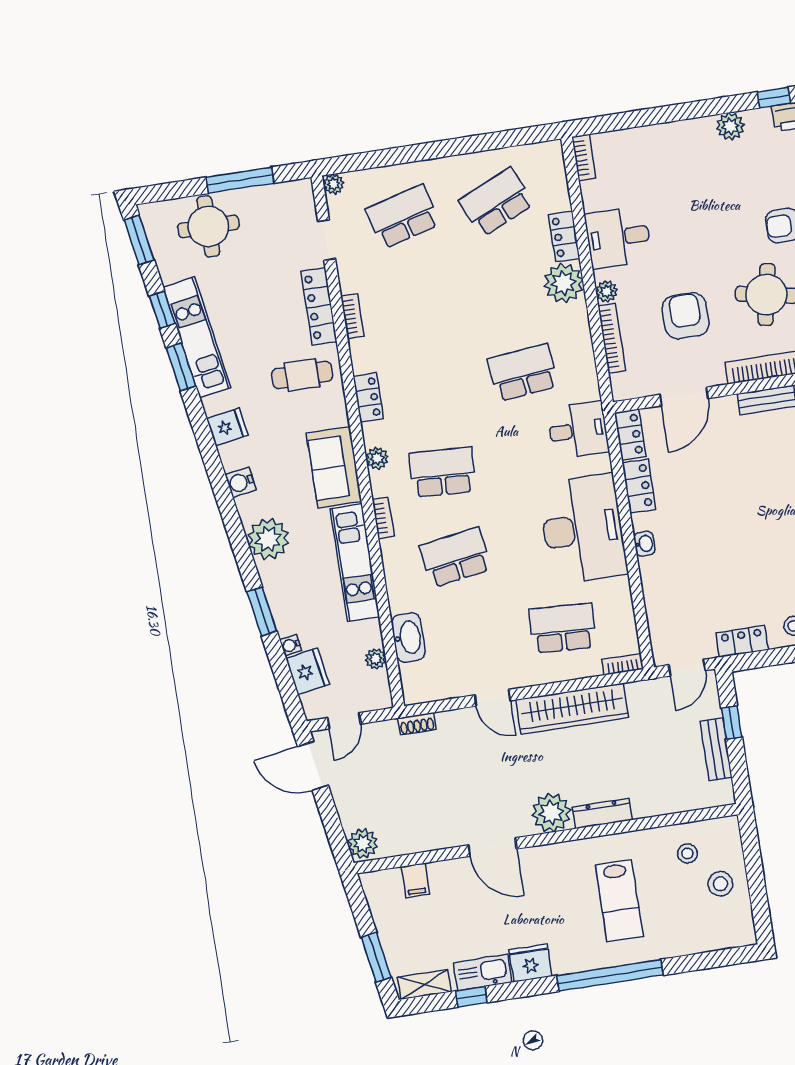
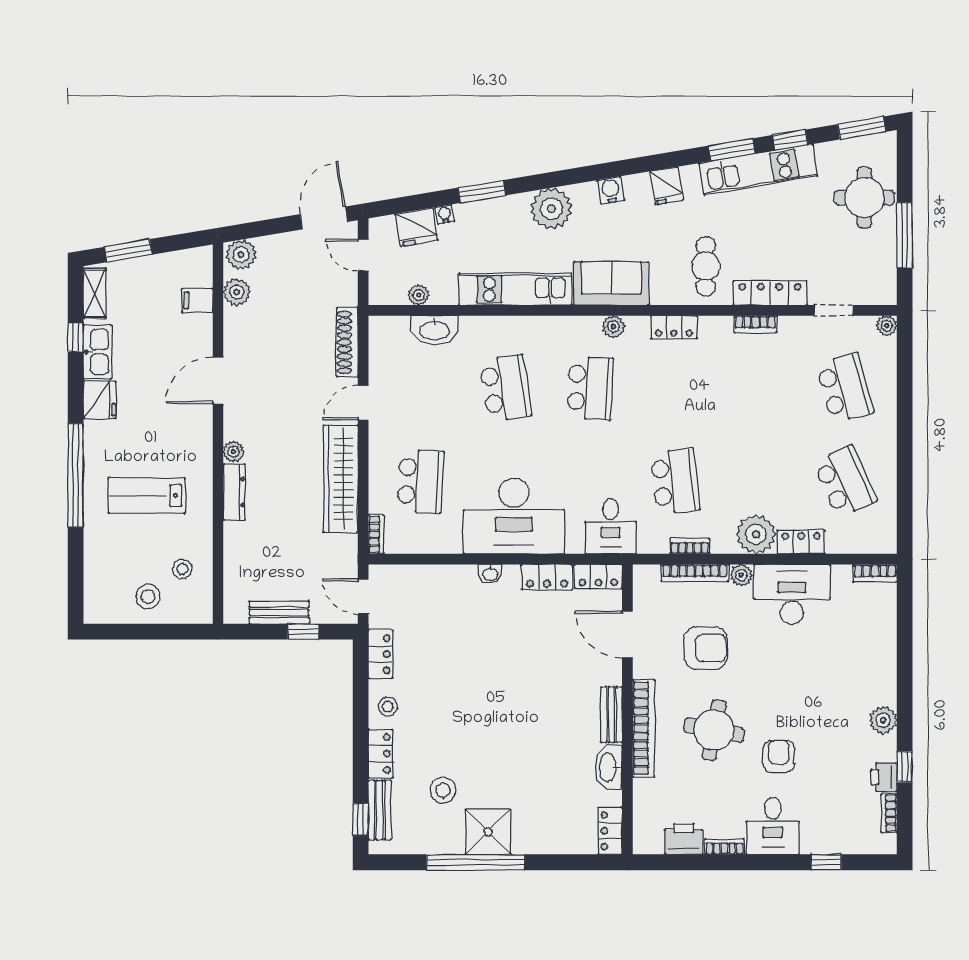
desk: (618, 237) -> (792, 594), width x1.37
bookcase: (383, 518) -> (690, 546), moved, turned 180
shoe rack: (417, 724) -> (347, 342), width x1.94, depth x1.24
plant: (551, 813) -> (234, 452), width x0.53, depth x0.53
plant: (401, 842) -> (237, 292), added

